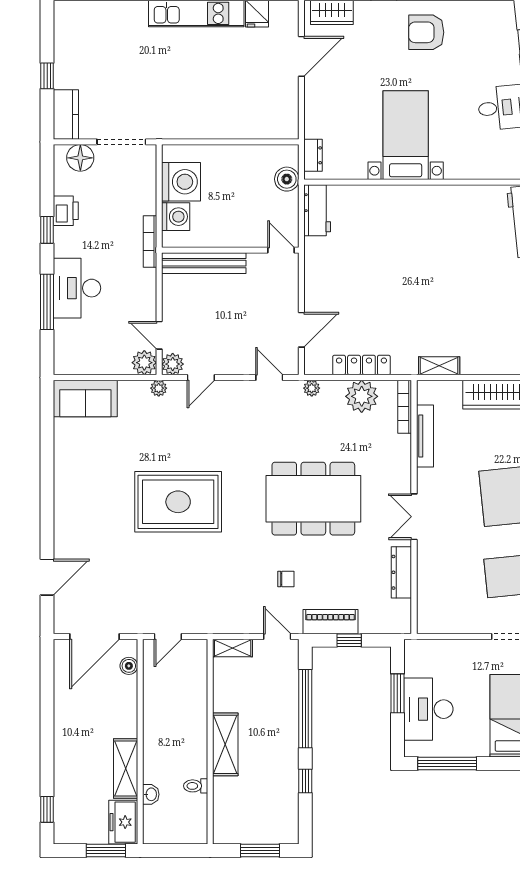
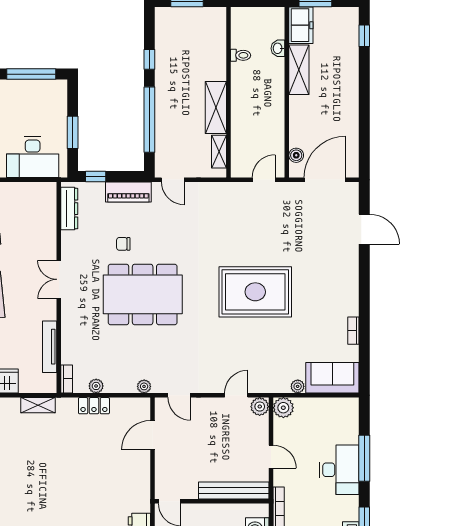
door: (159, 335) -> (271, 457), moved
locker: (361, 365) -> (94, 406), width x0.66
plant: (159, 388) -> (298, 386), moved
plant: (362, 396) -> (96, 386), width x0.53, depth x0.53
bookcase: (405, 407) -> (67, 379), width x0.64
bookcase: (60, 455) -> (353, 331), added
double door: (414, 517) -> (59, 279), swing flipped
dresser: (401, 572) -> (69, 209), moved
door: (47, 577) -> (364, 229), swing flipped
chair: (286, 579) -> (123, 244), moved
window: (349, 640) -> (96, 177), moved
shelving: (233, 648) -> (219, 152), moved, turned 90
desk: (428, 709) -> (33, 157), moved, turned 90
shelving: (225, 744) -> (216, 108), moved

